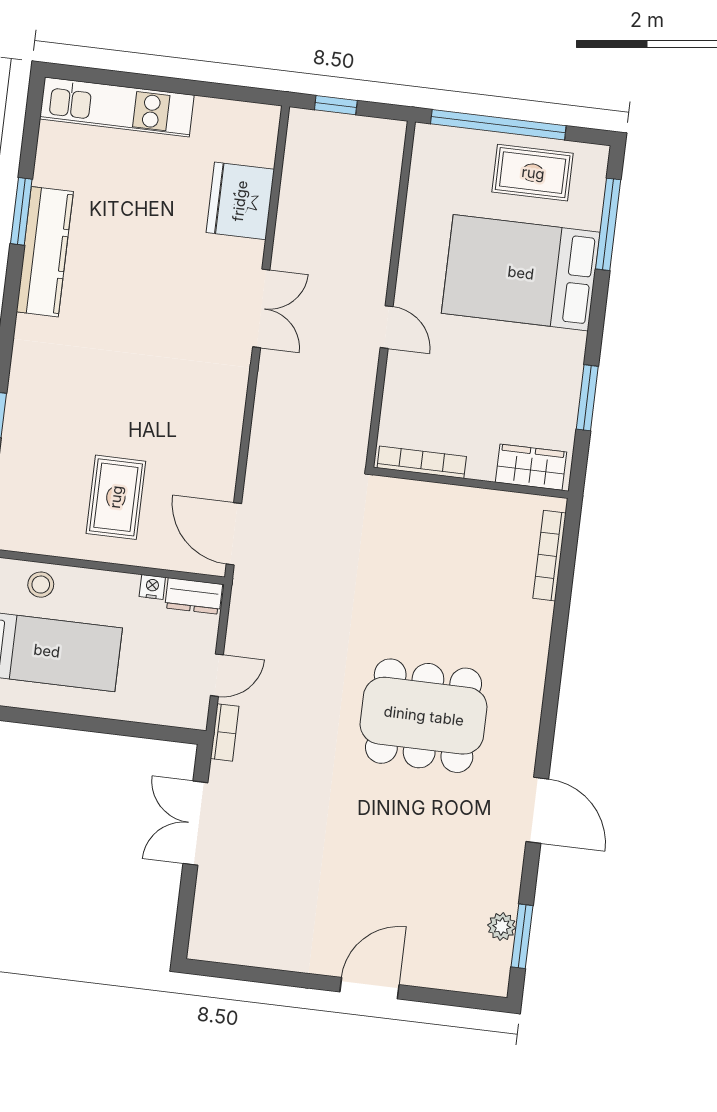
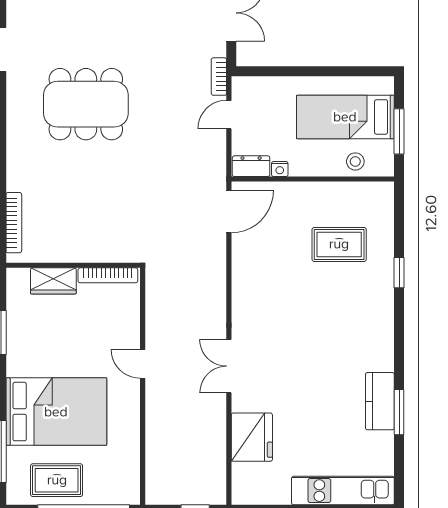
kitchen counter: (45, 252) -> (380, 401), width x0.67
wardrobe: (531, 467) -> (53, 281), moved
rug: (116, 497) -> (339, 244), moved, turned 90
door: (234, 534) -> (229, 212), hinge flipped

